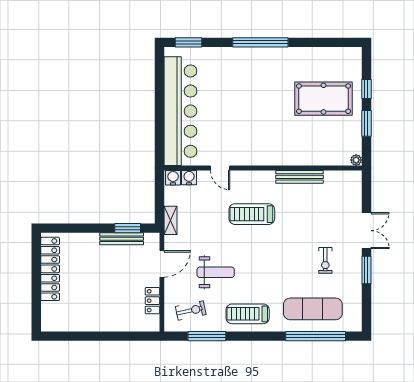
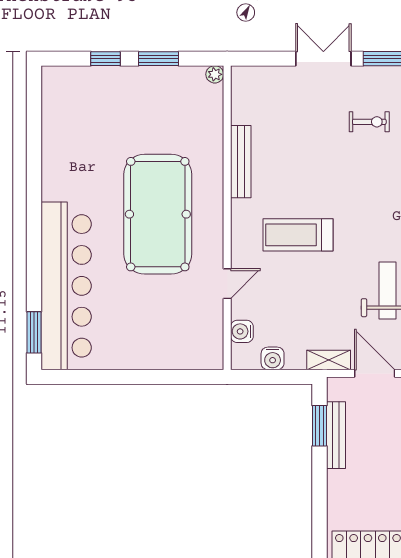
window: (260, 42) -> (34, 222), removed
pool table: (324, 99) -> (158, 214), moved, width x1.36, depth x1.32
bar counter: (180, 111) -> (66, 286), moved, turned 90
water cooler: (173, 178) -> (273, 358), moved, turned -90
treadmill: (252, 214) -> (298, 235), turned 90
shelving: (170, 220) -> (329, 360), moved

